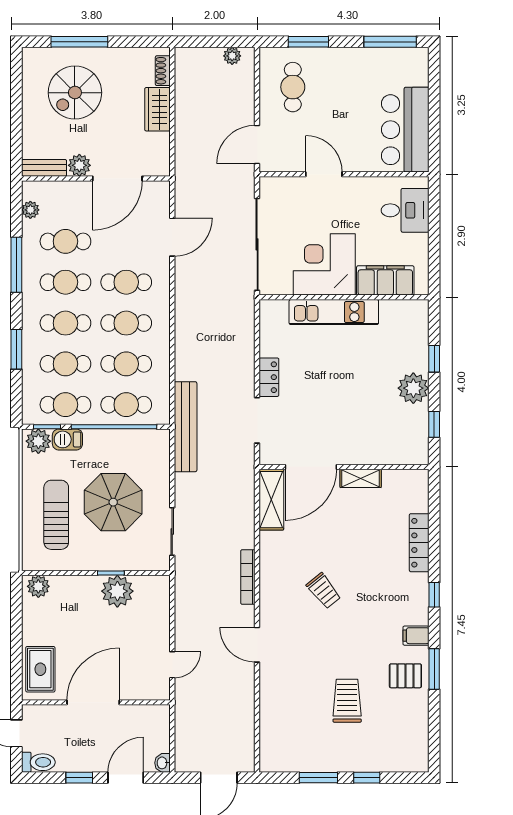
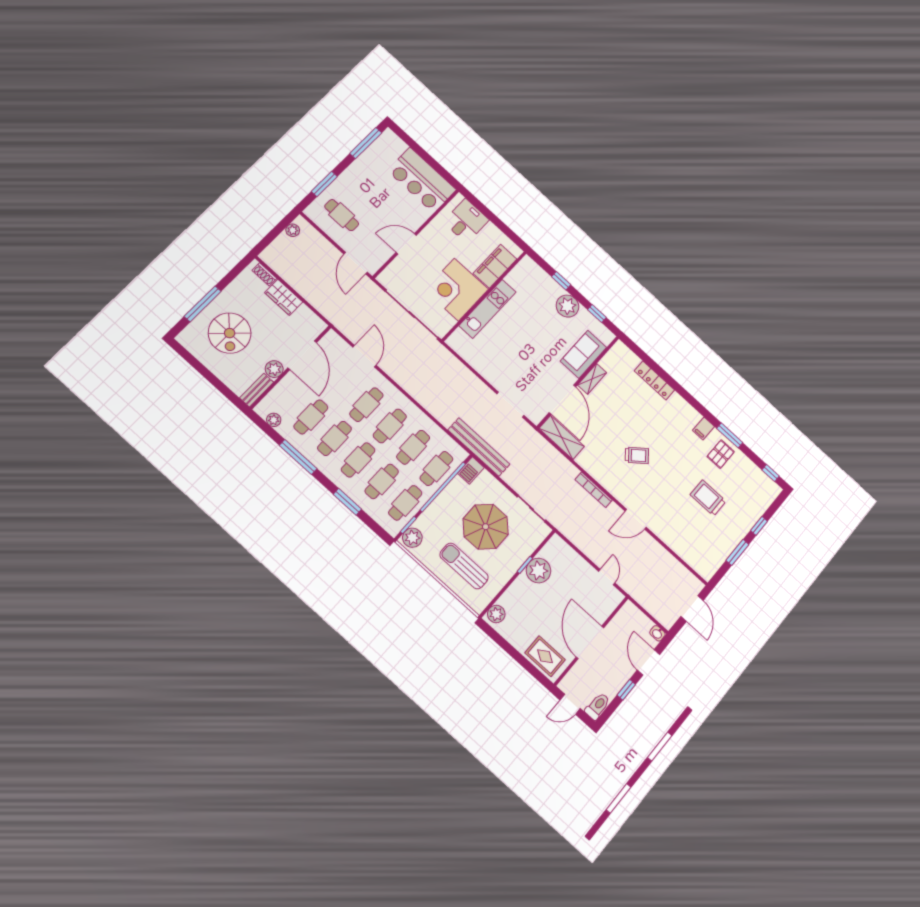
locker: (269, 377) -> (492, 376), removed
barbecue: (67, 439) -> (471, 470), moved
sofa: (378, 448) -> (583, 354), added
window: (434, 595) -> (771, 473), moved

